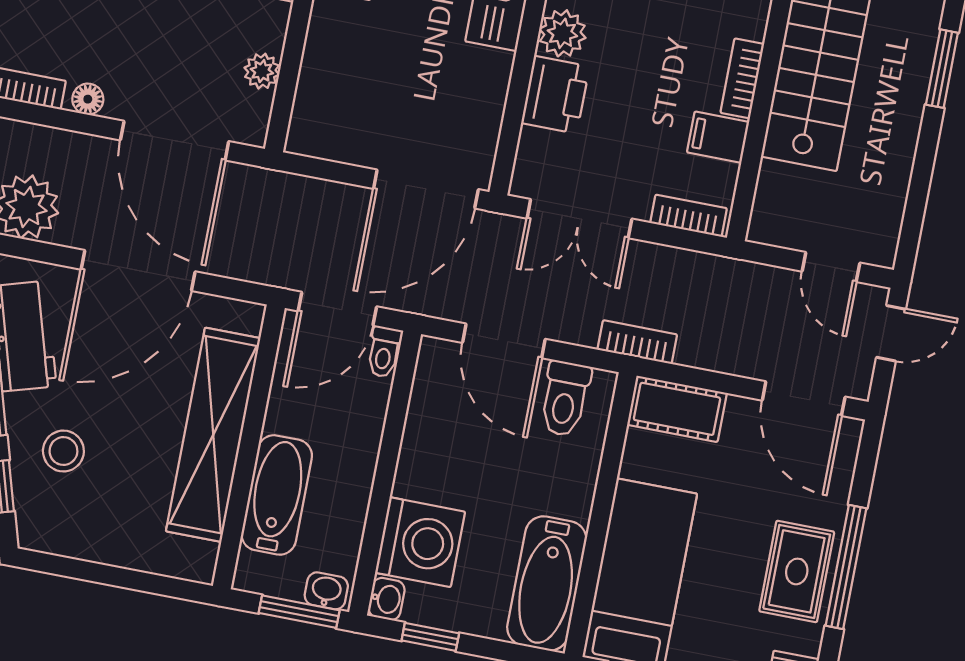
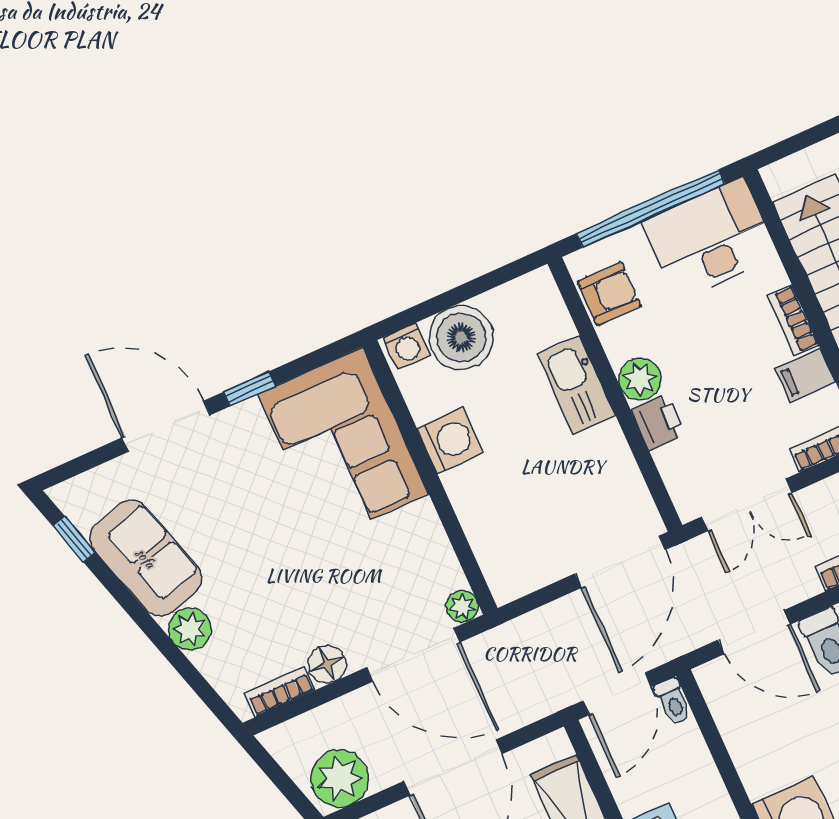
plant: (262, 71) -> (462, 607), moved
printer: (555, 95) -> (658, 422), width x0.73, depth x0.81
floor lamp: (88, 99) -> (327, 664), width x1.37, depth x1.37

